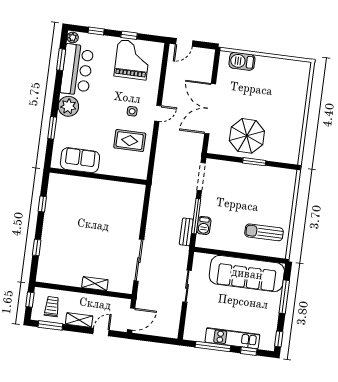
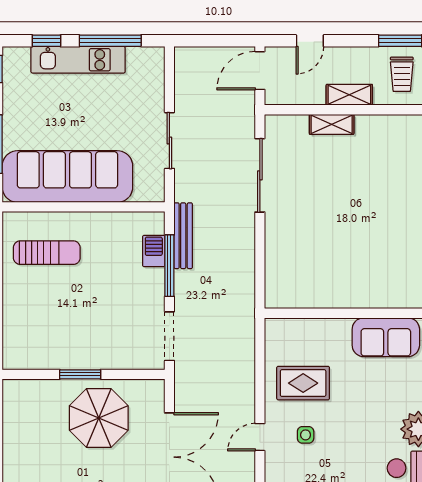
bench: (186, 232) -> (183, 236), width x1.36
shelving: (79, 320) -> (349, 95), moved

